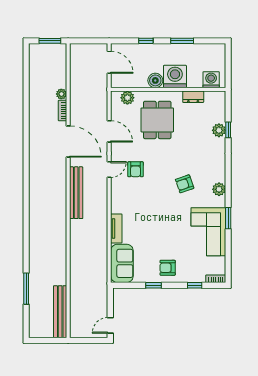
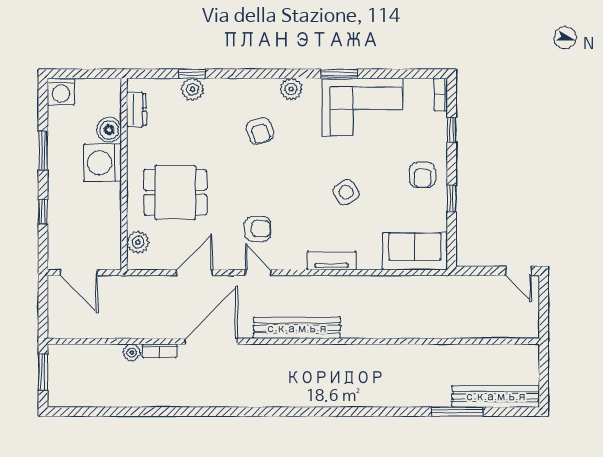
door: (109, 62) -> (79, 273), swing flipped
boiler: (155, 80) -> (109, 130), moved
washing machine: (211, 80) -> (61, 92), moved, turned -90
dresser: (193, 97) -> (136, 110), moved
armchair: (185, 184) -> (260, 131), moved
side table: (157, 222) -> (346, 192), added
tv unit: (116, 228) -> (332, 261), moved
bench: (60, 312) -> (496, 396), moved

